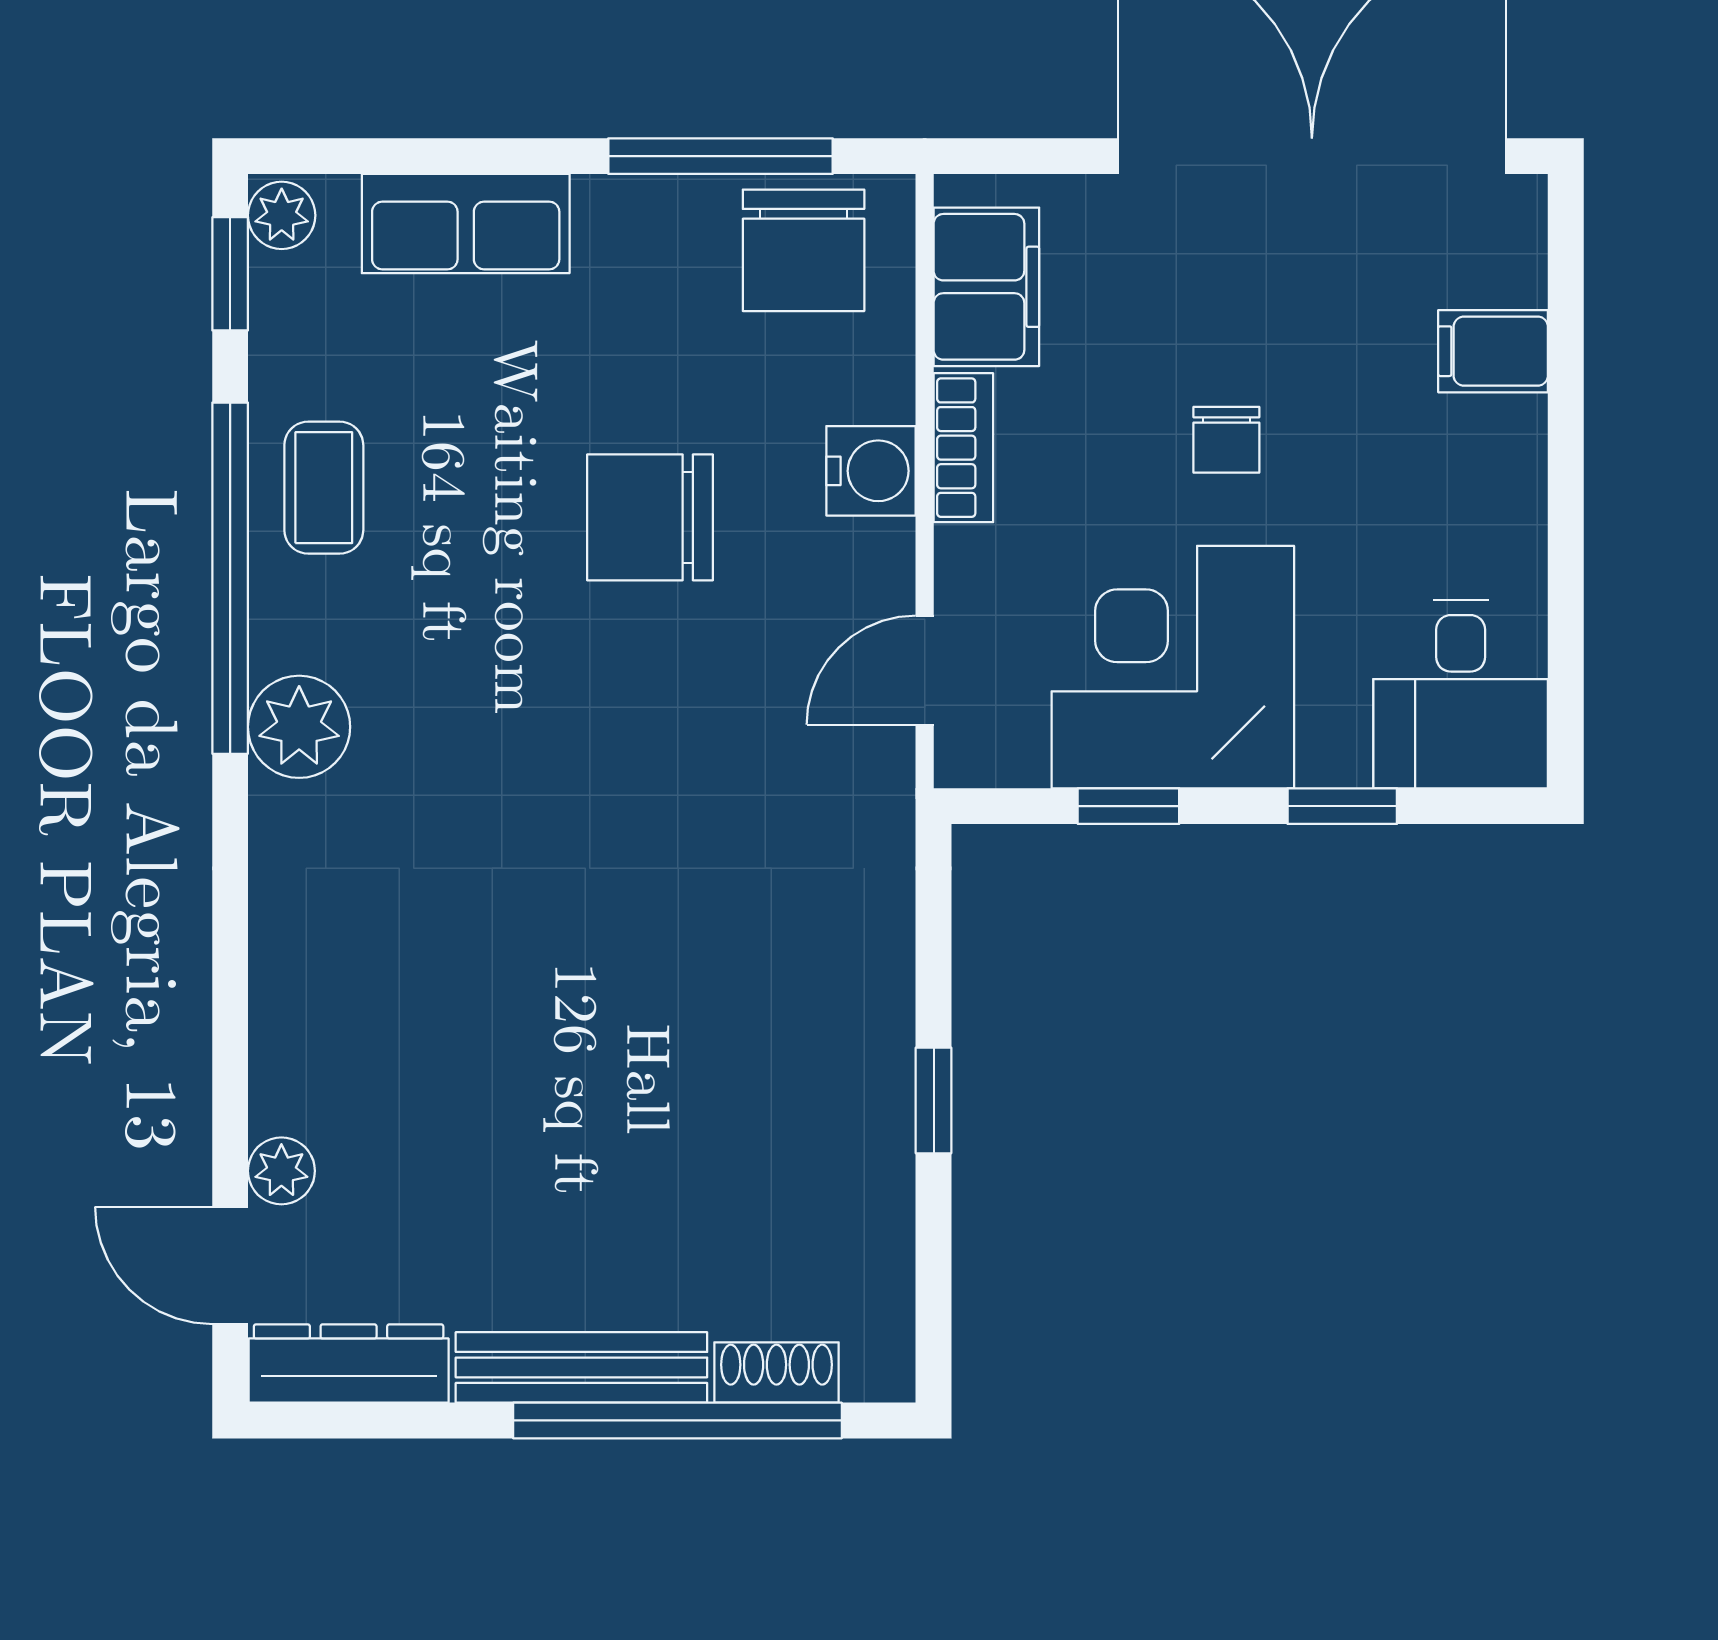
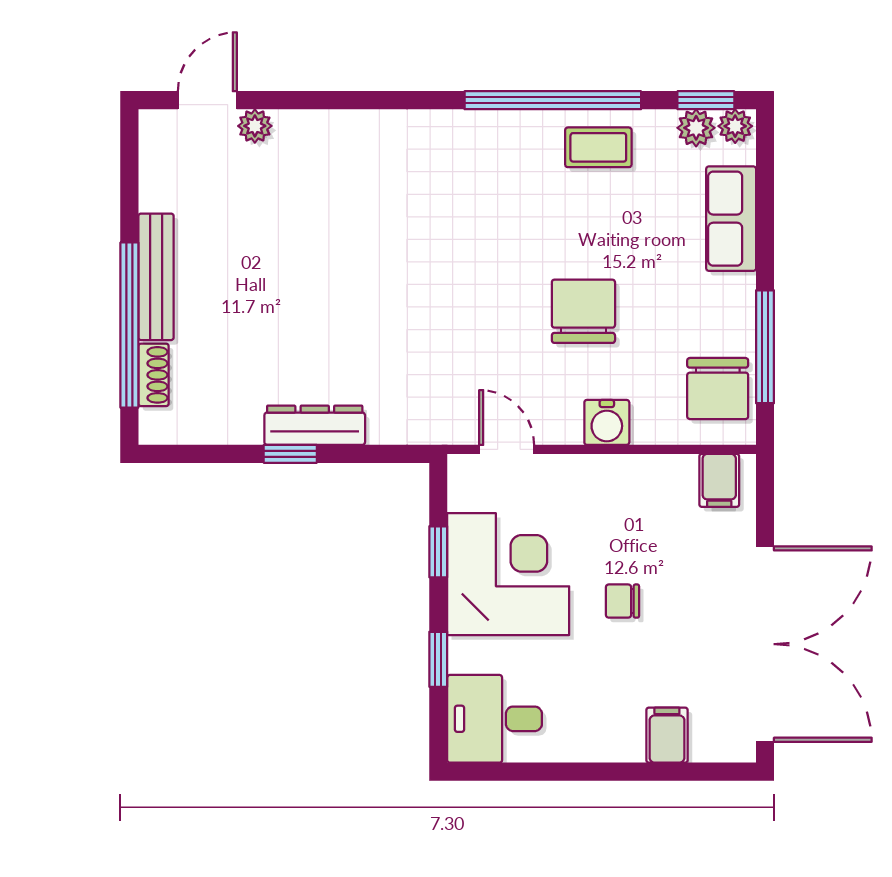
chair: (804, 250) -> (718, 389), turned -90
filing cabinet: (986, 287) -> (719, 480), width x0.50
bookcase: (963, 448) -> (618, 469), removed
plant: (299, 727) -> (696, 128), moved, width x0.73, depth x0.73
dresser: (349, 1364) -> (315, 425), moved, turned -90

